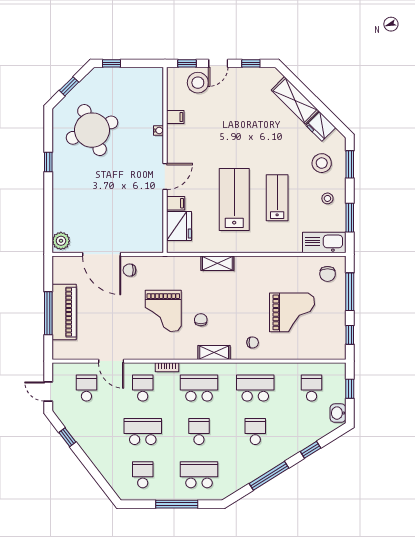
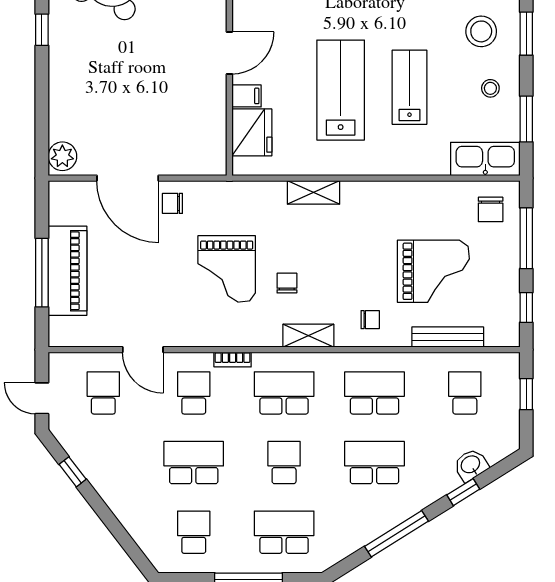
bench: (301, 353) -> (448, 337), added
washbasin: (338, 413) -> (471, 465), moved, turned 58
school desk: (255, 431) -> (374, 463), width x1.85

